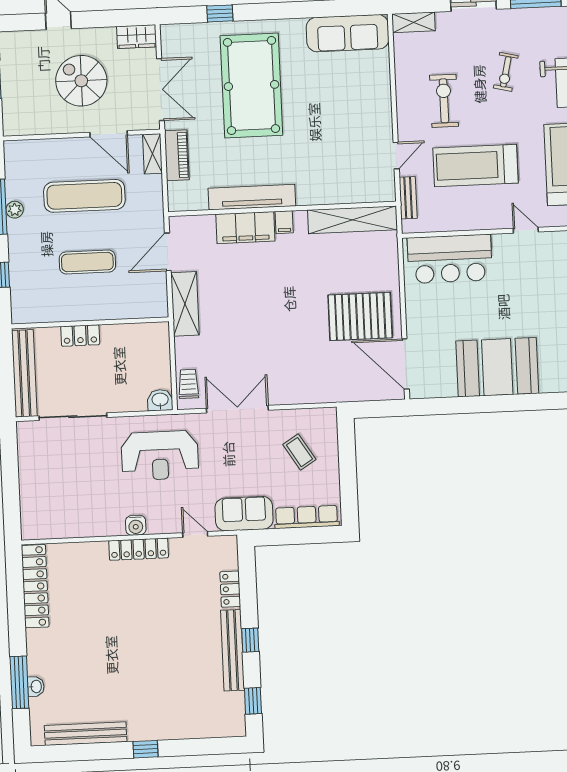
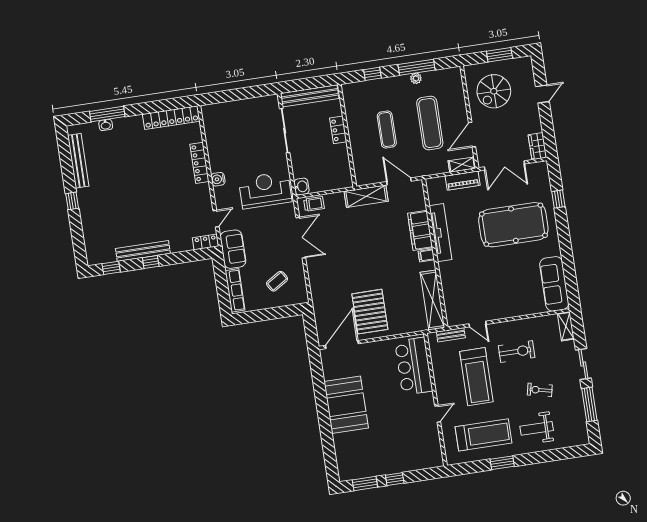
spiral stairs: (81, 81) -> (494, 91), moved, turned 180
treadmill: (476, 166) -> (476, 377), turned 180
reception desk: (160, 456) -> (265, 190), turned 90
locker: (139, 549) -> (199, 163), moved
locker: (230, 589) -> (206, 242), moved

